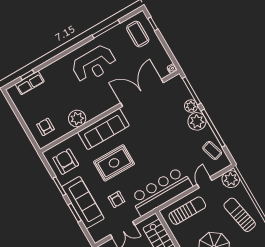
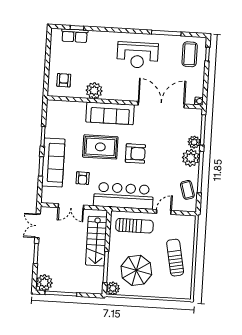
armchair: (66, 162) -> (135, 153), moved, turned 90
plant: (231, 179) -> (187, 223), removed

